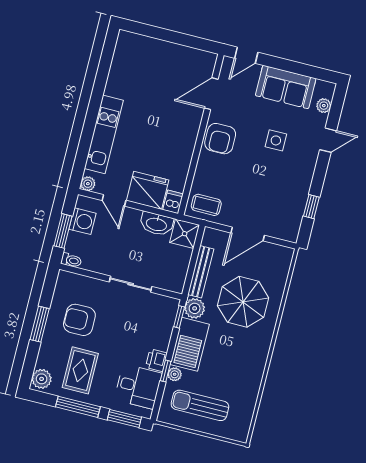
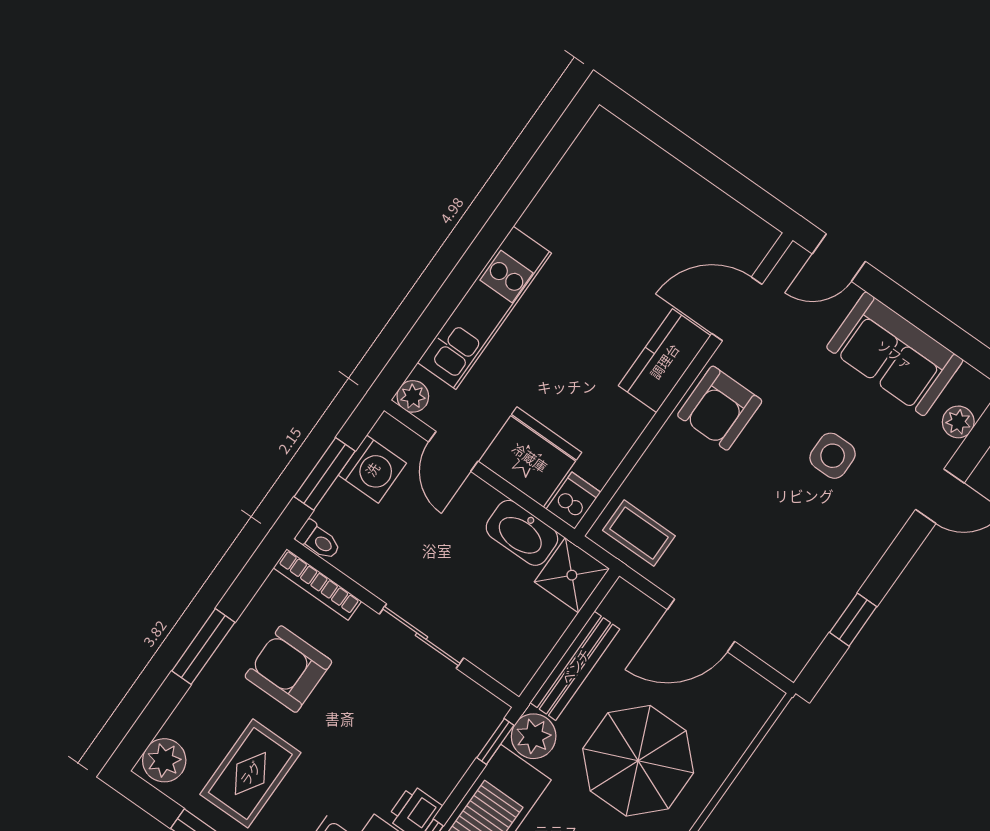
kitchen counter: (189, 127) -> (664, 361), added
bookcase: (78, 279) -> (317, 585), added

